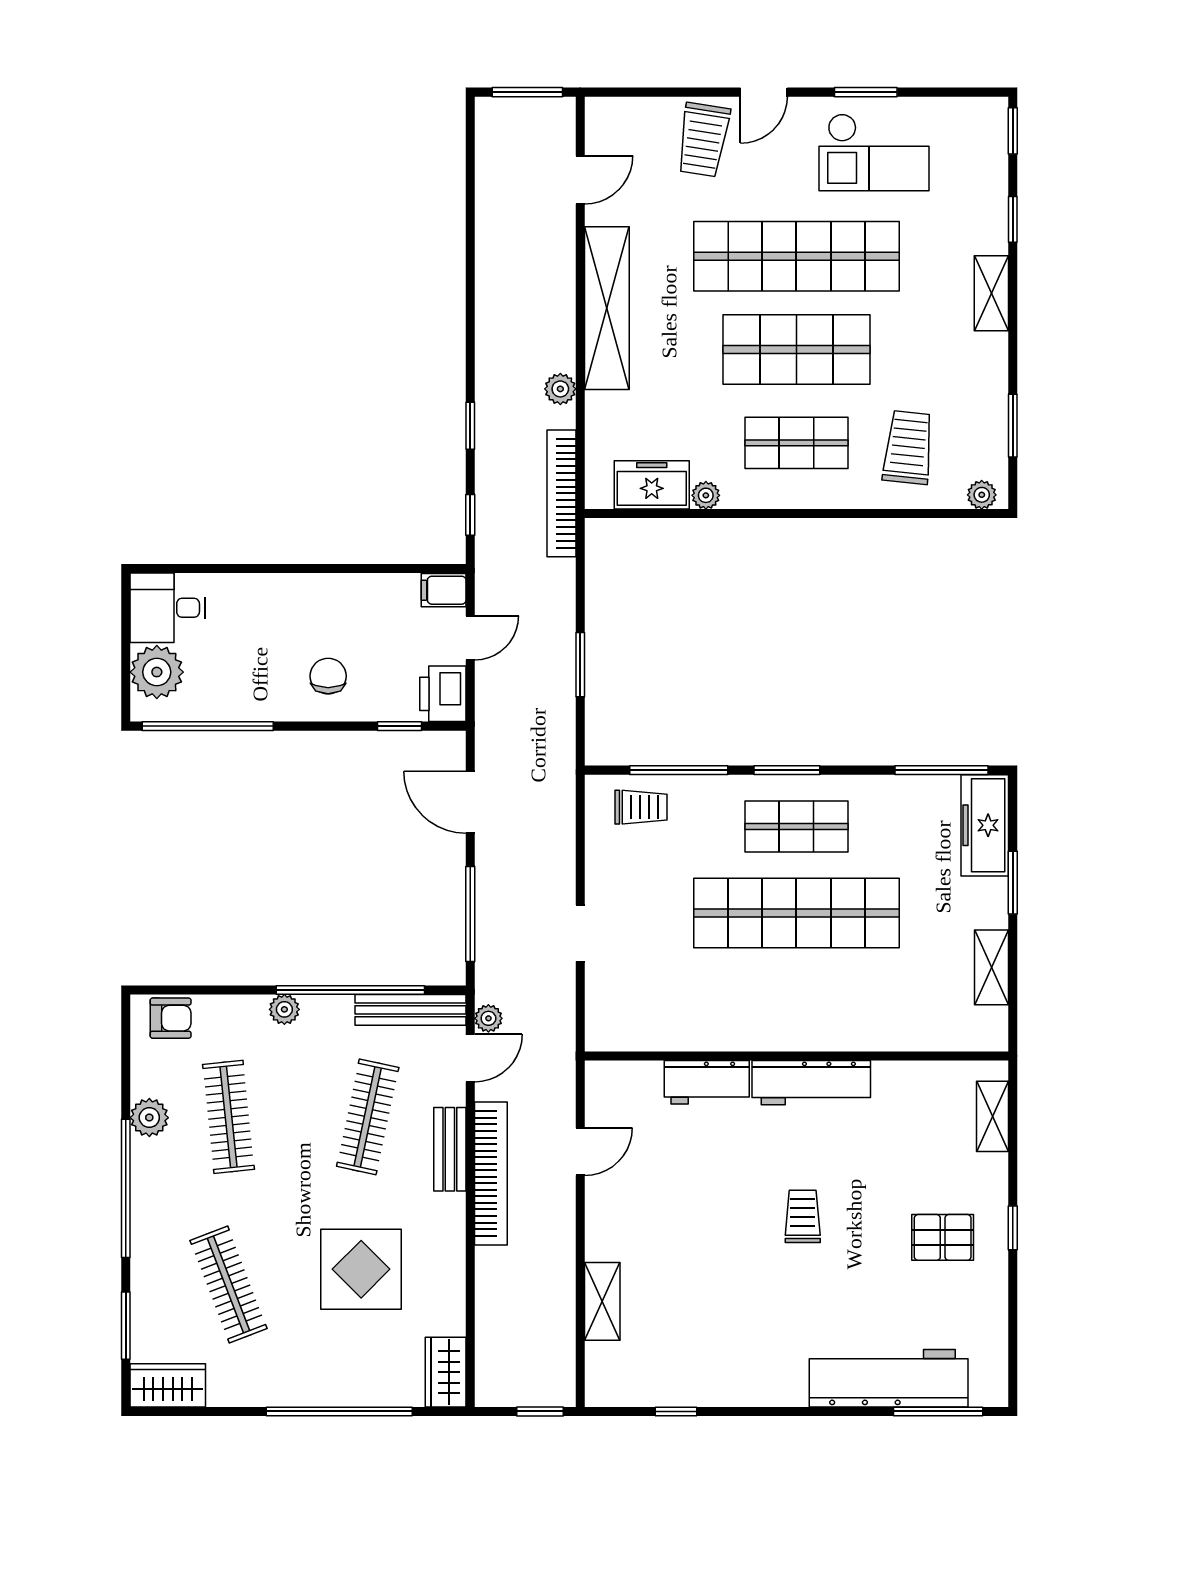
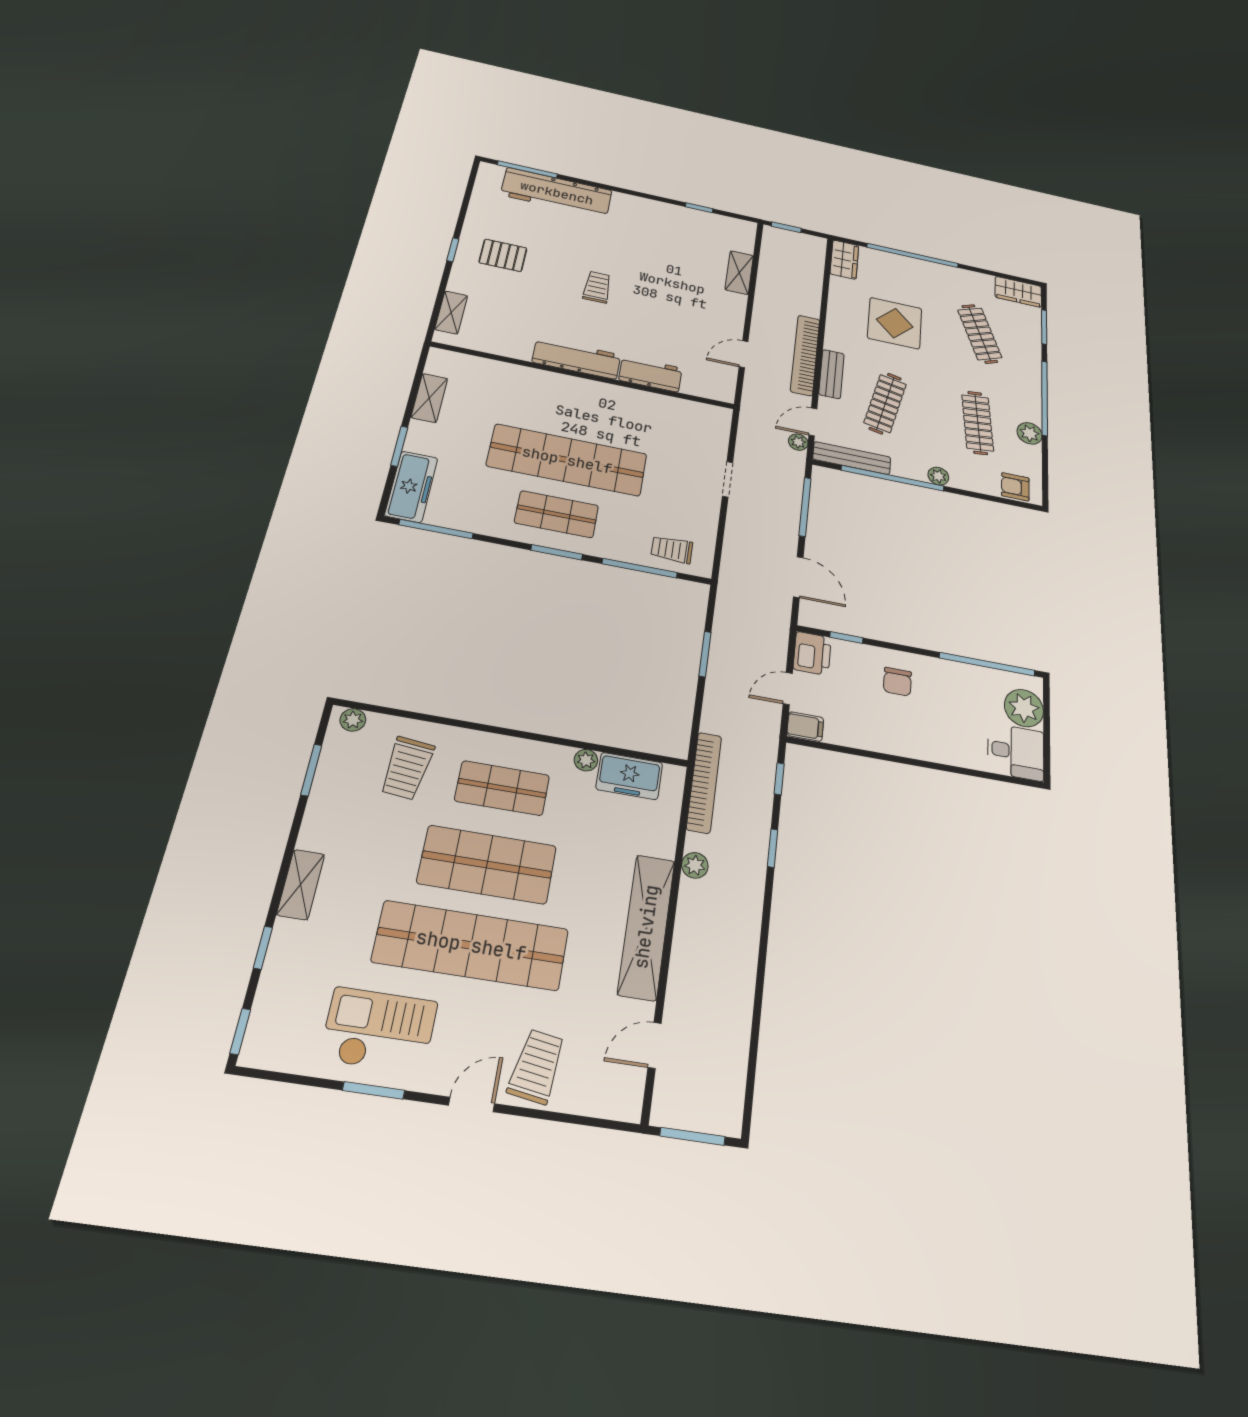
trolley: (803, 1216) -> (597, 287), turned 180

